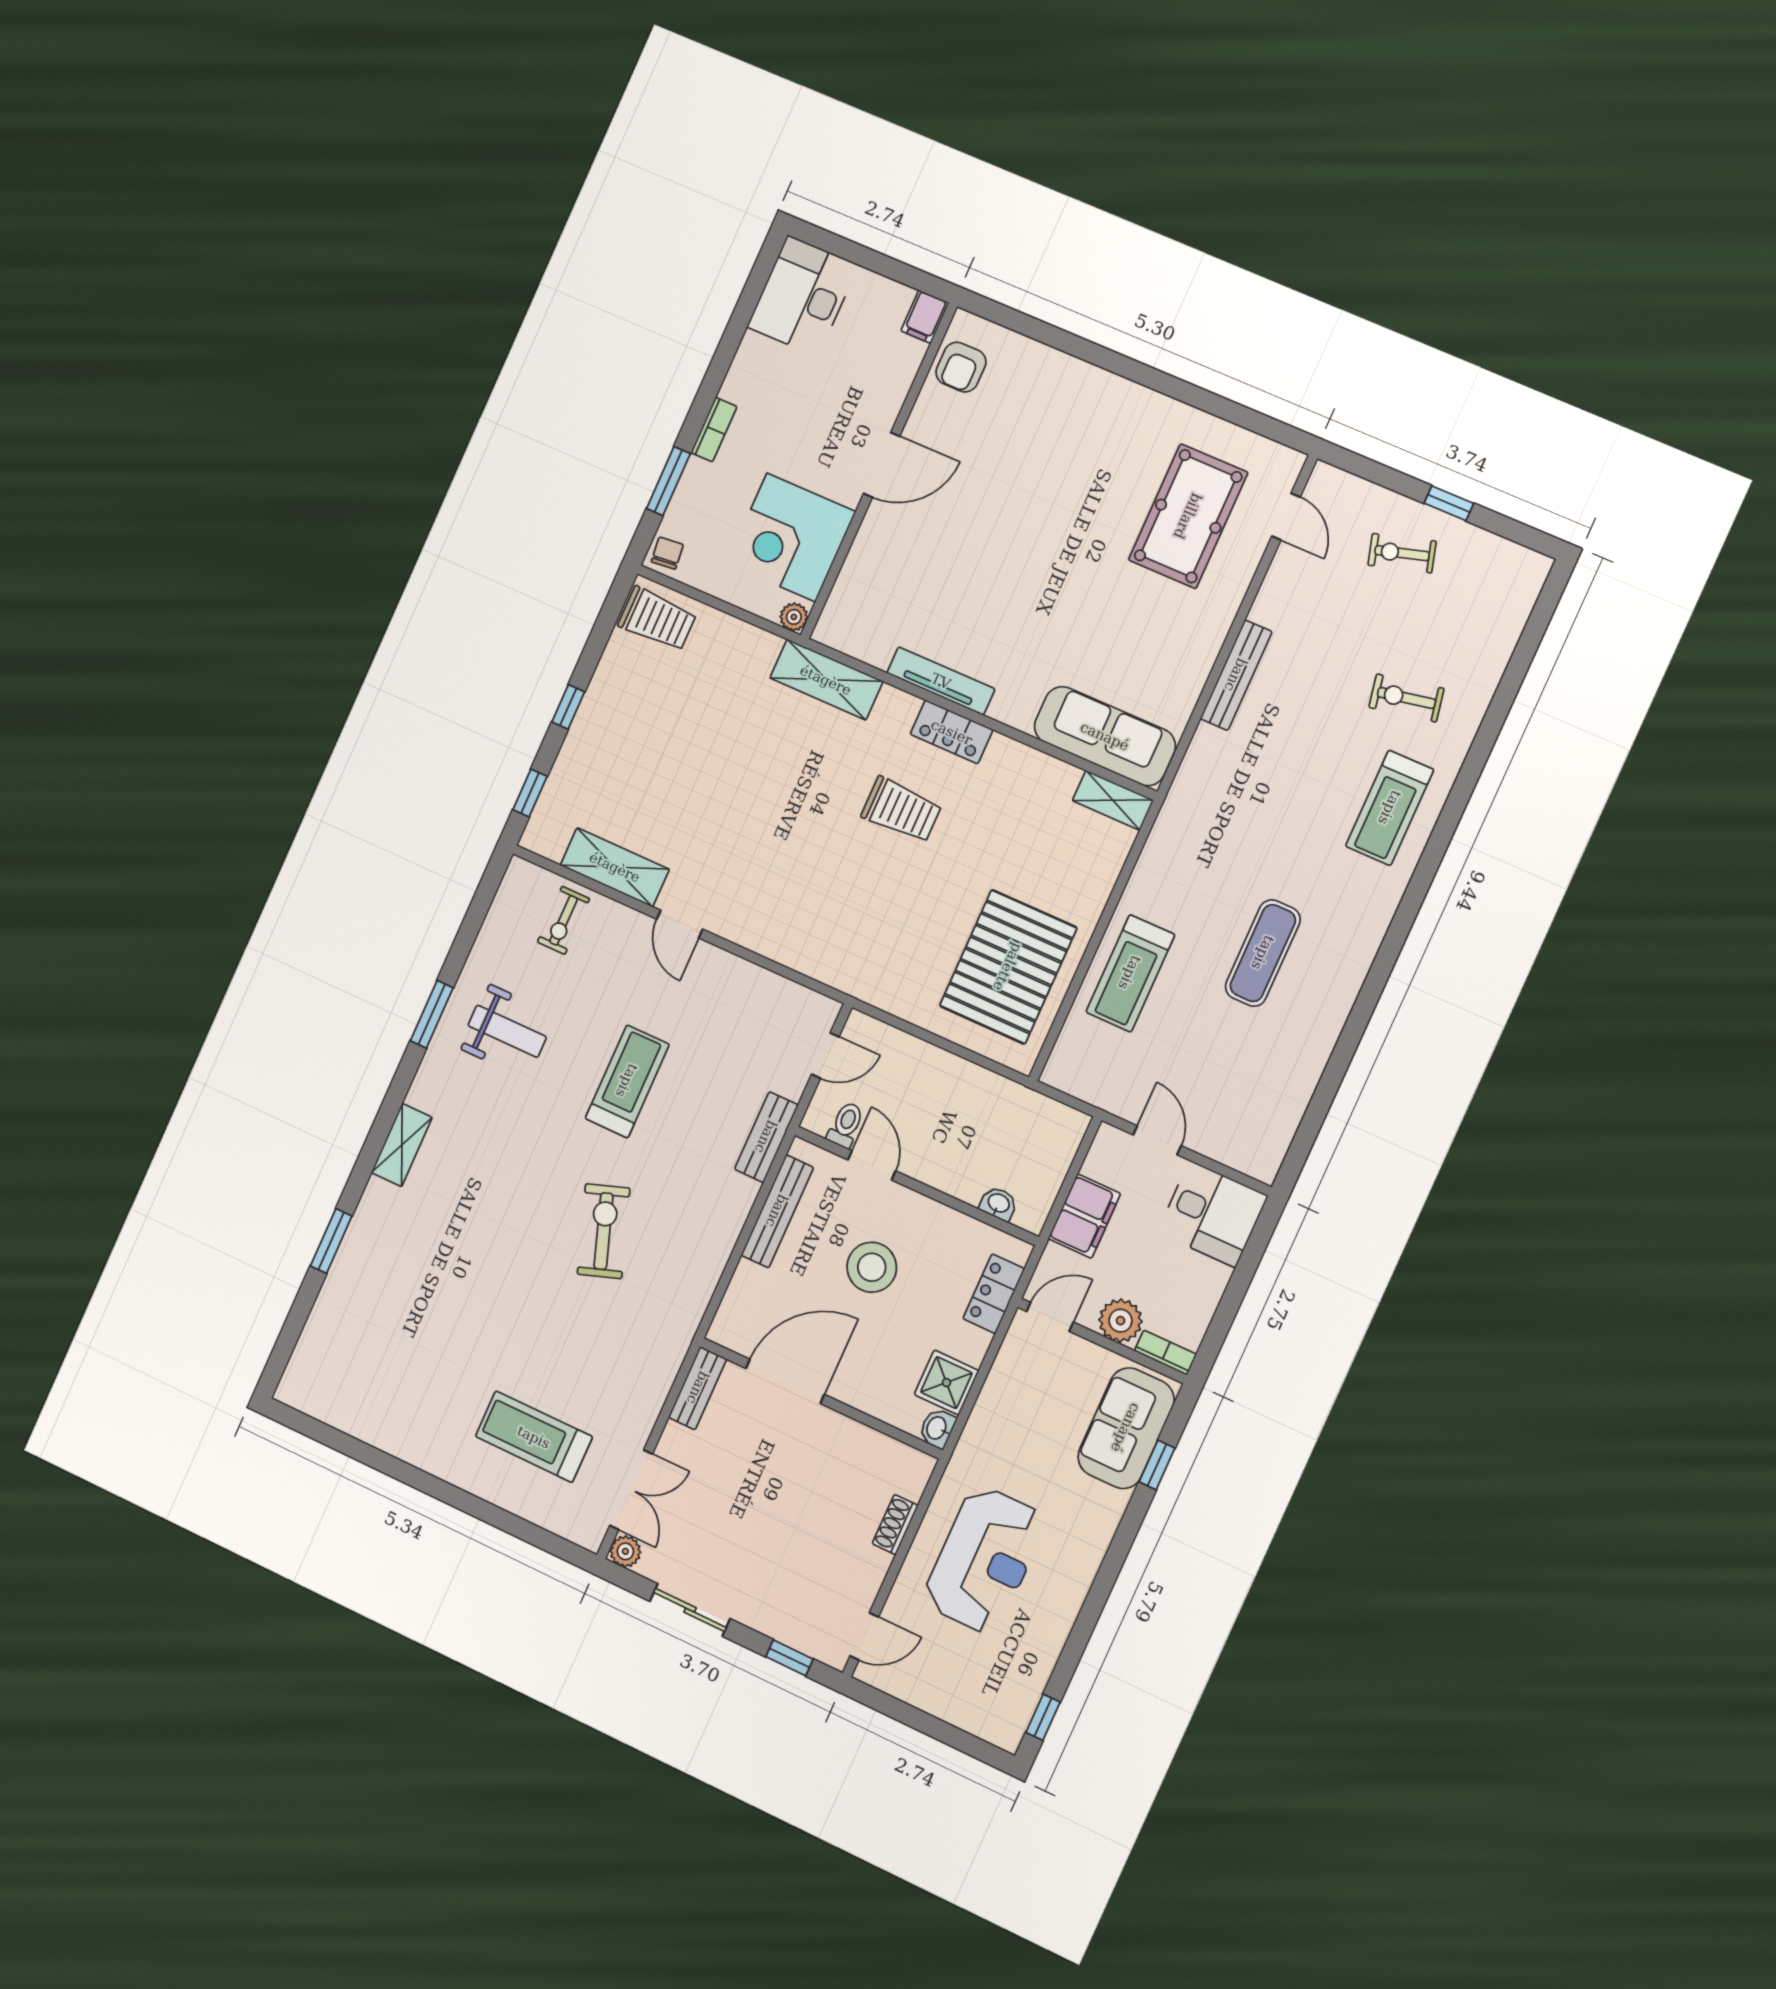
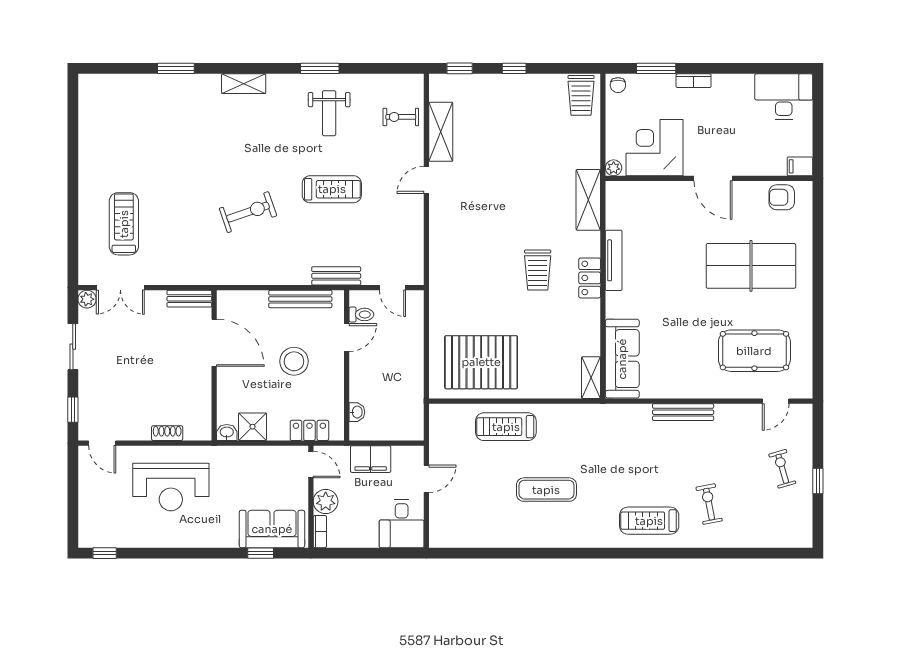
table tennis table: (1049, 463) -> (751, 266), added
chair: (667, 553) -> (618, 85), turned 96

